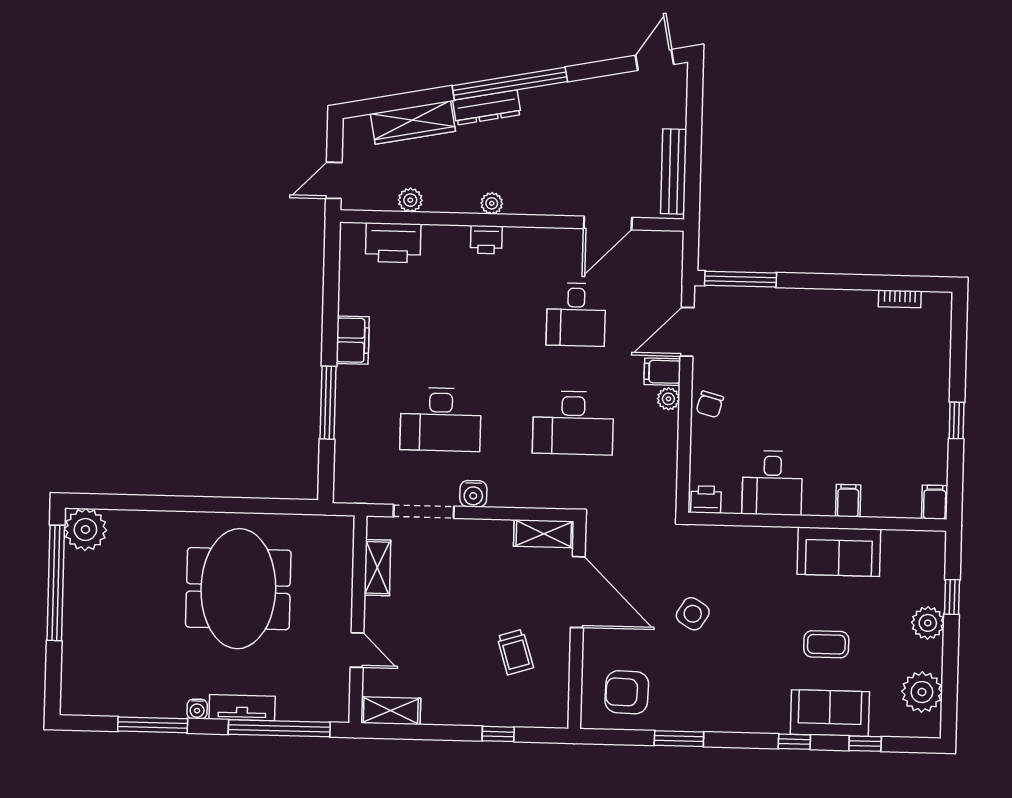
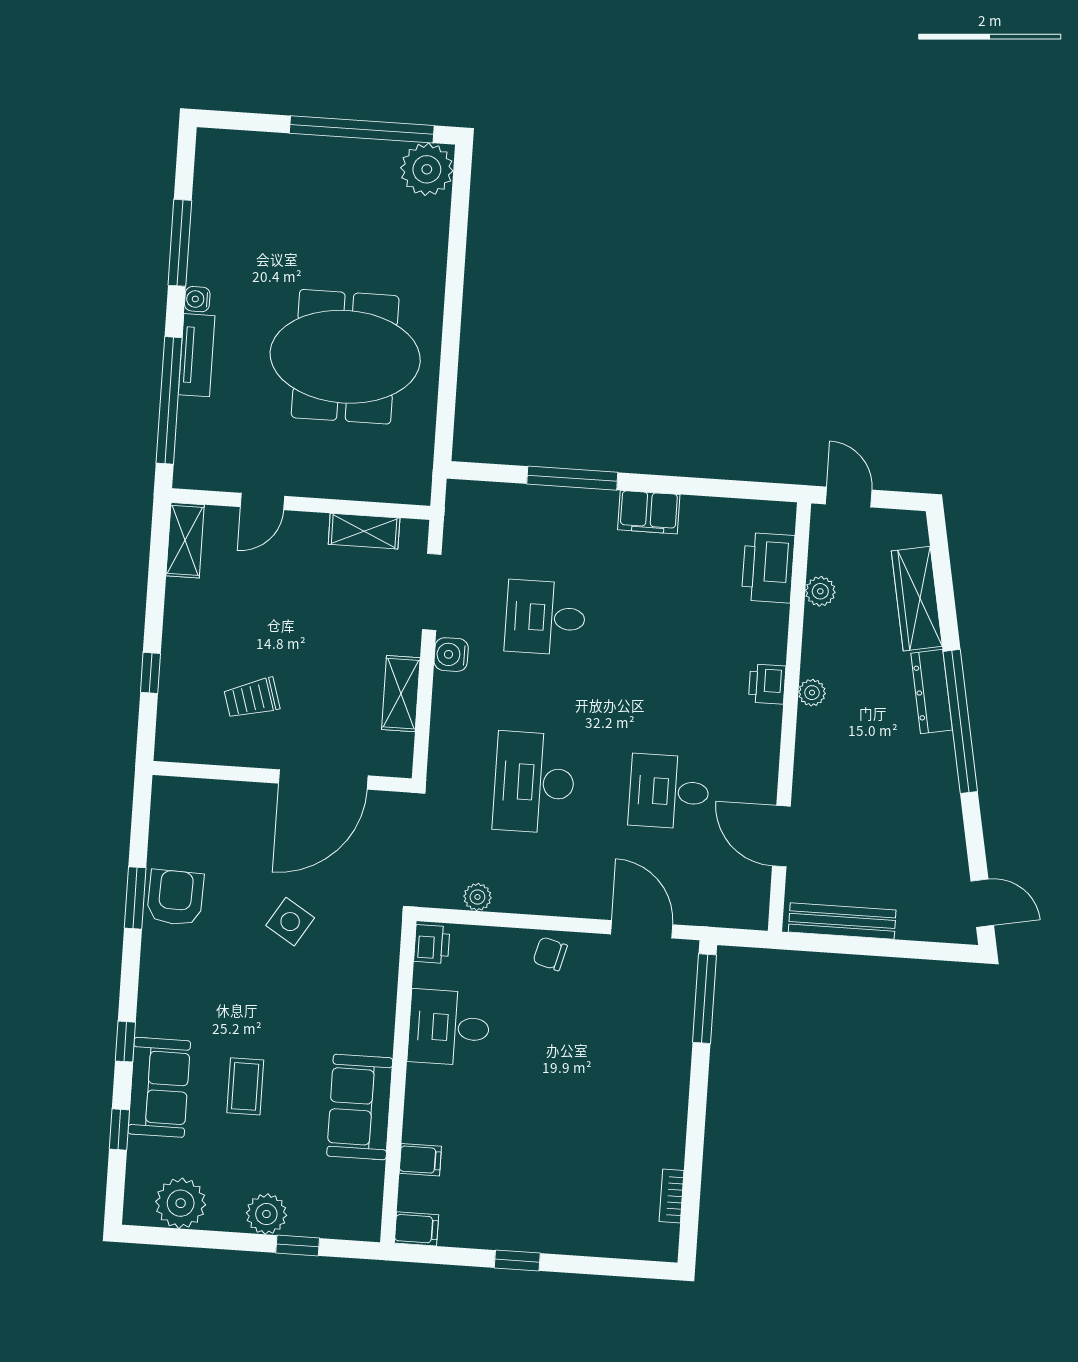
filing cabinet: (662, 372) -> (593, 896), removed
plant: (668, 399) -> (477, 897), moved
desk: (441, 419) -> (545, 618), width x0.73
filing cabinet: (848, 501) -> (420, 1160), moved
shelving: (544, 534) -> (401, 694), moved
armchair: (627, 692) -> (175, 898), moved

